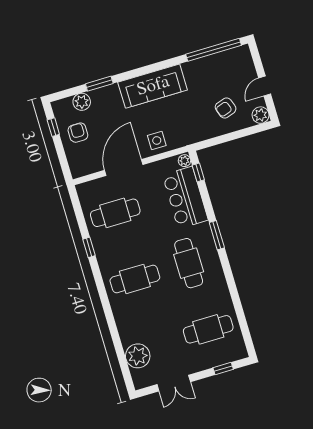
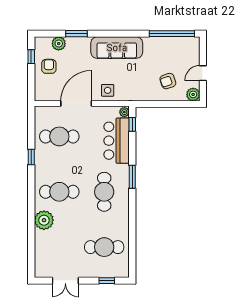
plant: (138, 356) -> (44, 220), moved

